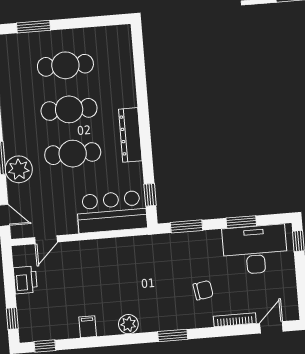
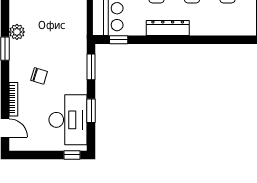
chair: (203, 290) -> (39, 76), turned -64
plant: (128, 324) -> (17, 32), moved

